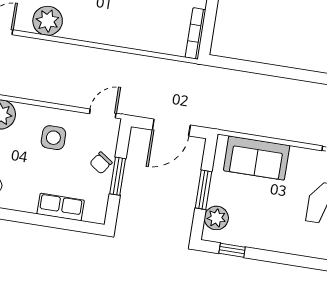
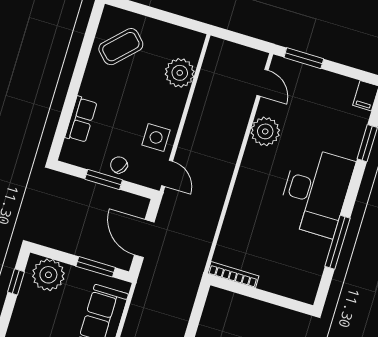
side table: (53, 138) -> (156, 137), moved
window: (203, 190) -> (96, 267), moved
plant: (216, 218) -> (48, 275), width x1.36, depth x1.36

